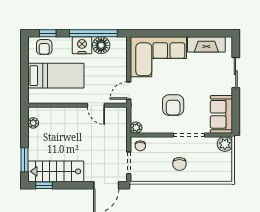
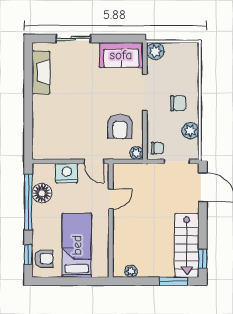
nightstand: (82, 45) -> (67, 173), moved, turned 90
corner sofa: (158, 57) -> (55, 127), removed
armchair: (173, 105) -> (120, 127), moved, turned 90
plant: (156, 175) -> (190, 131), added

